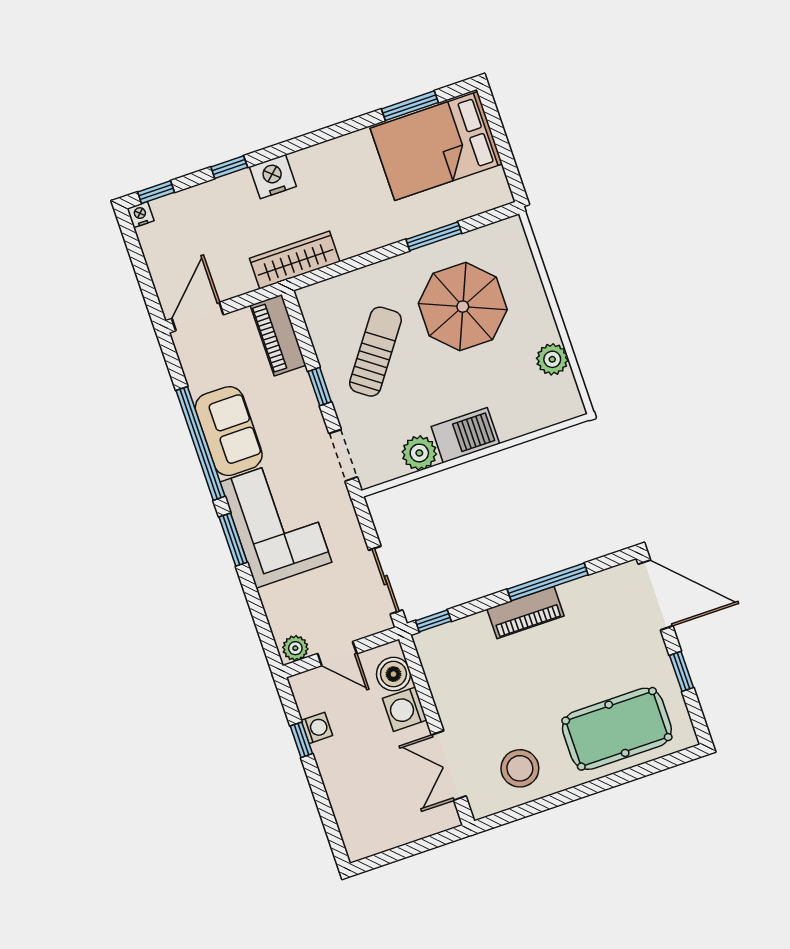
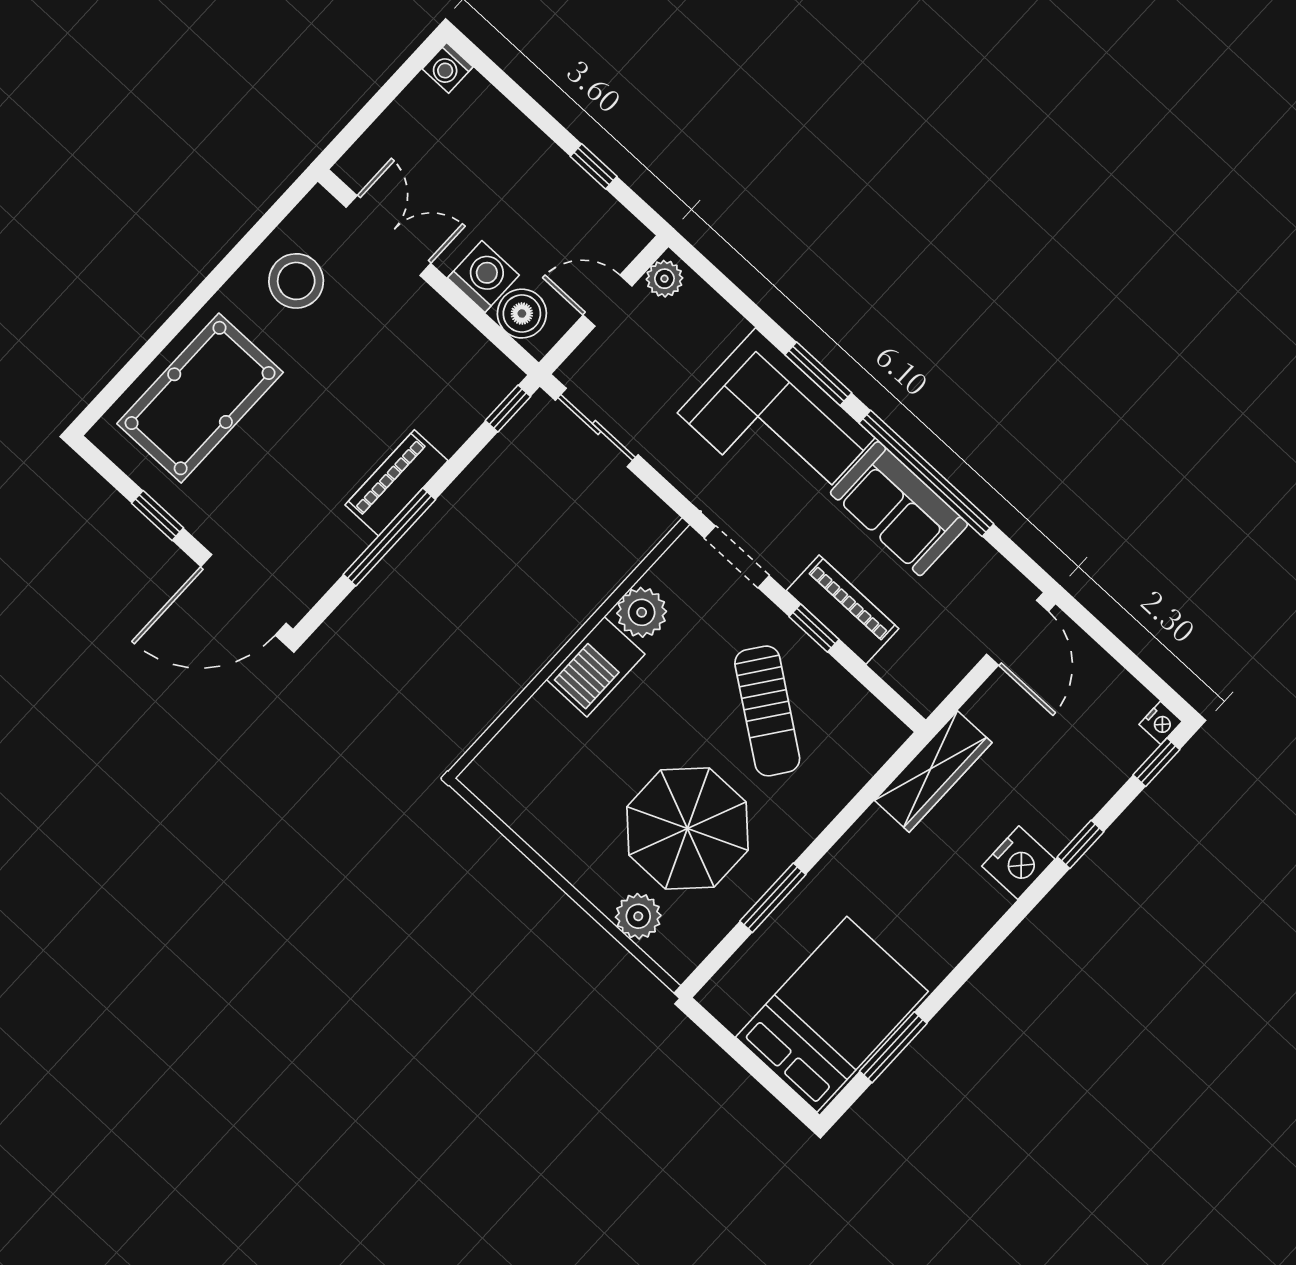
piano: (278, 335) -> (843, 610), moved
plant: (552, 359) -> (638, 916), moved
washing machine: (317, 728) -> (448, 68), moved

